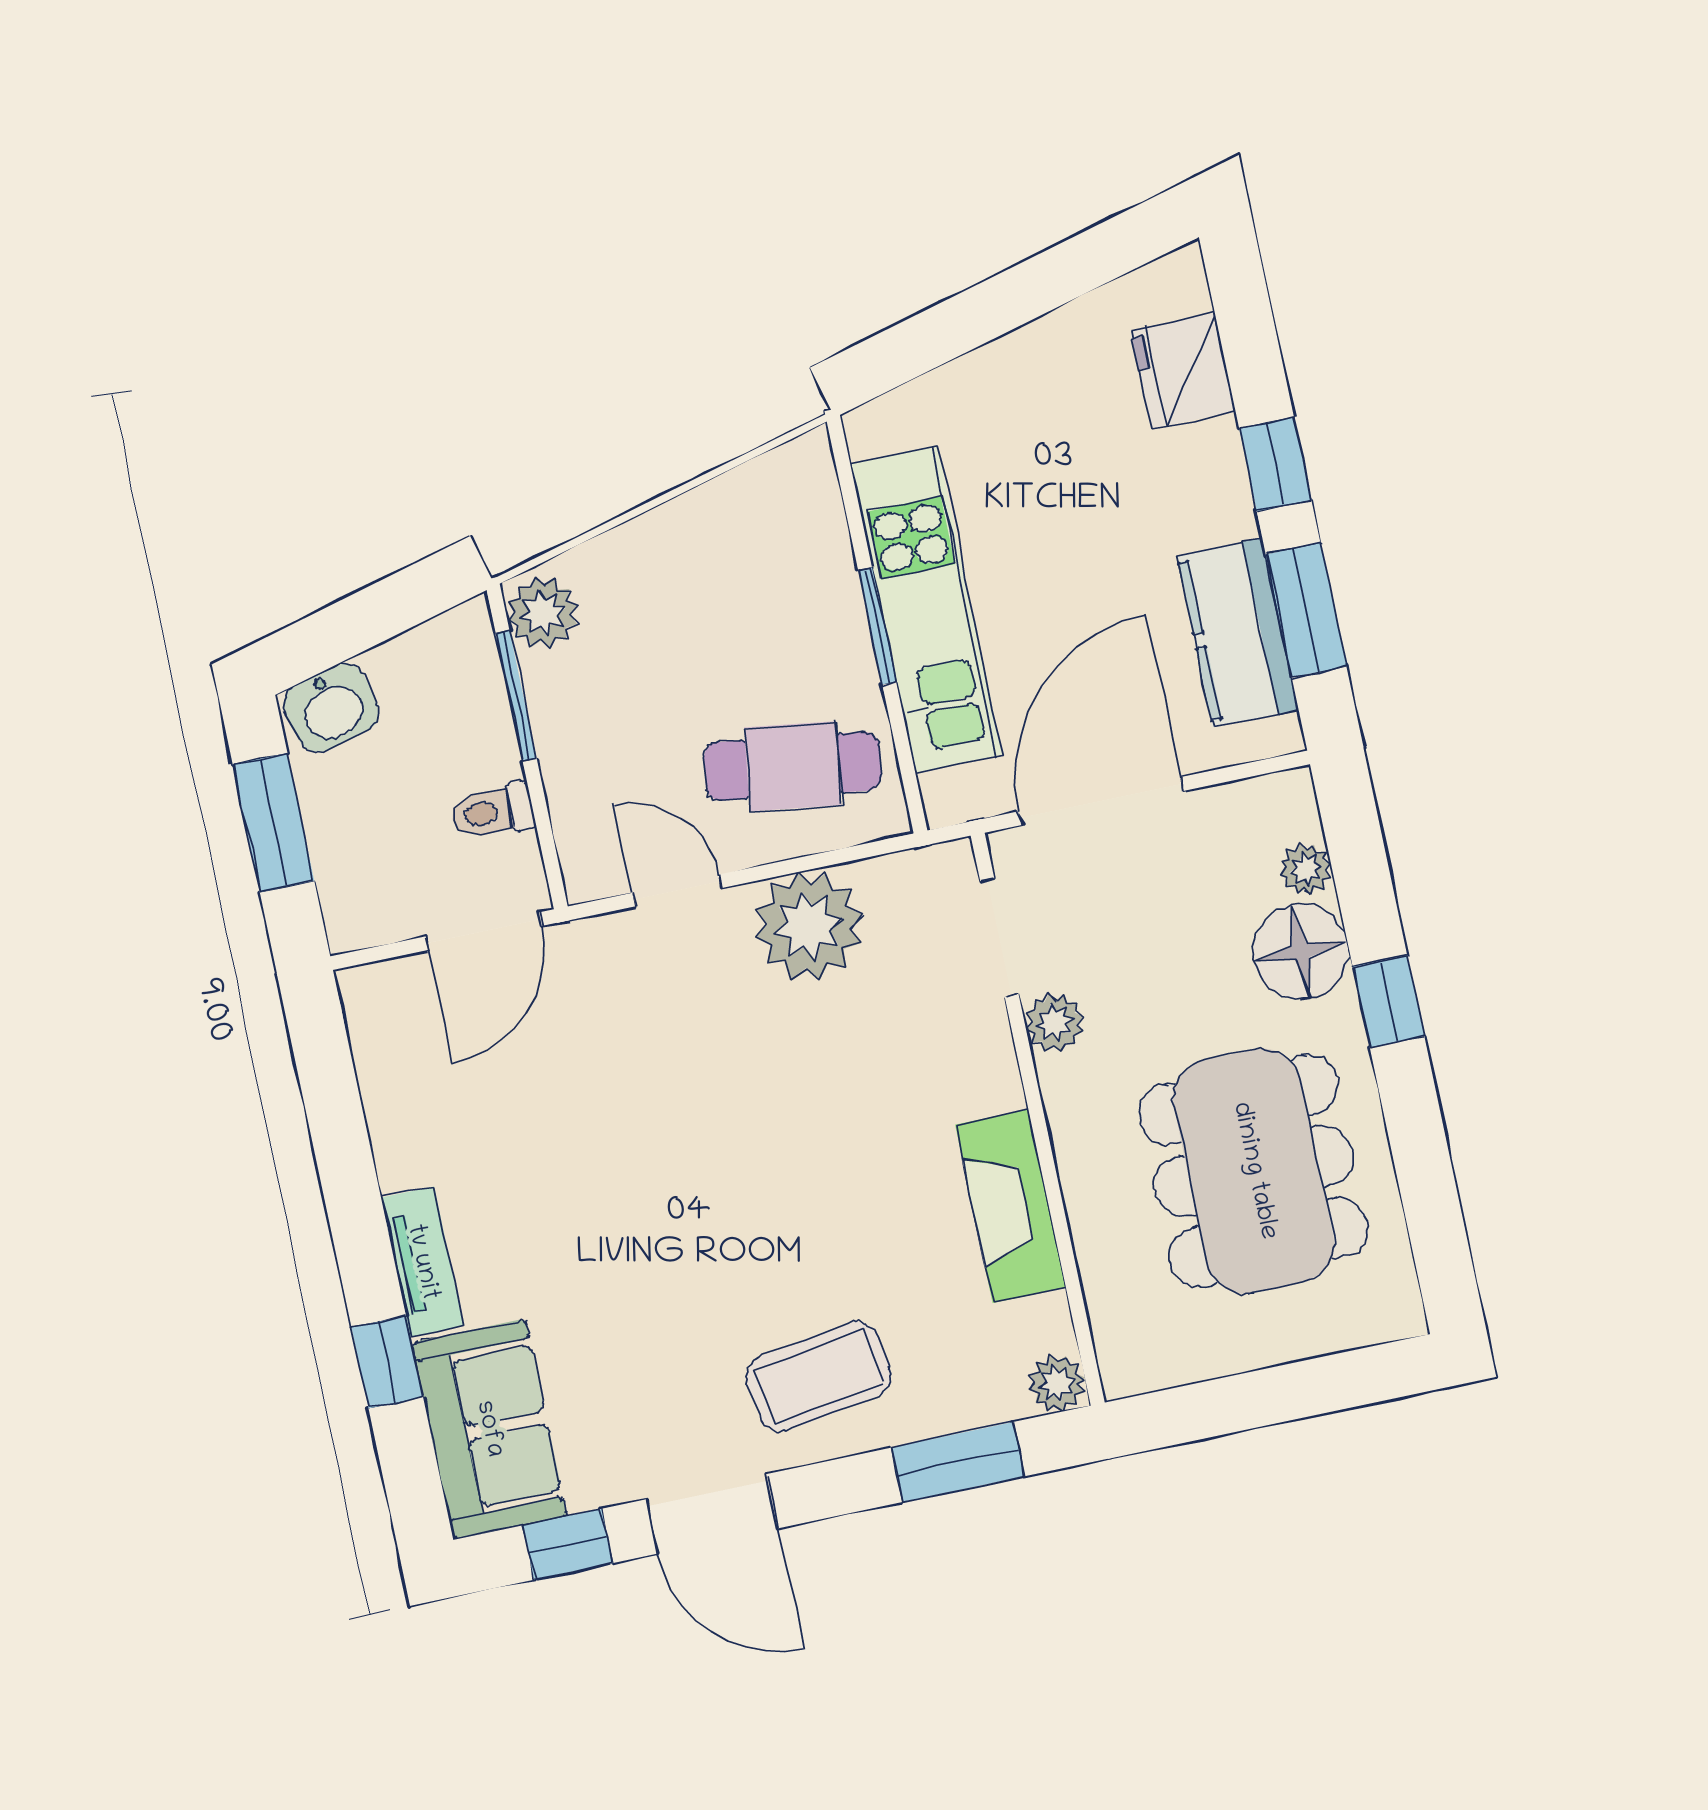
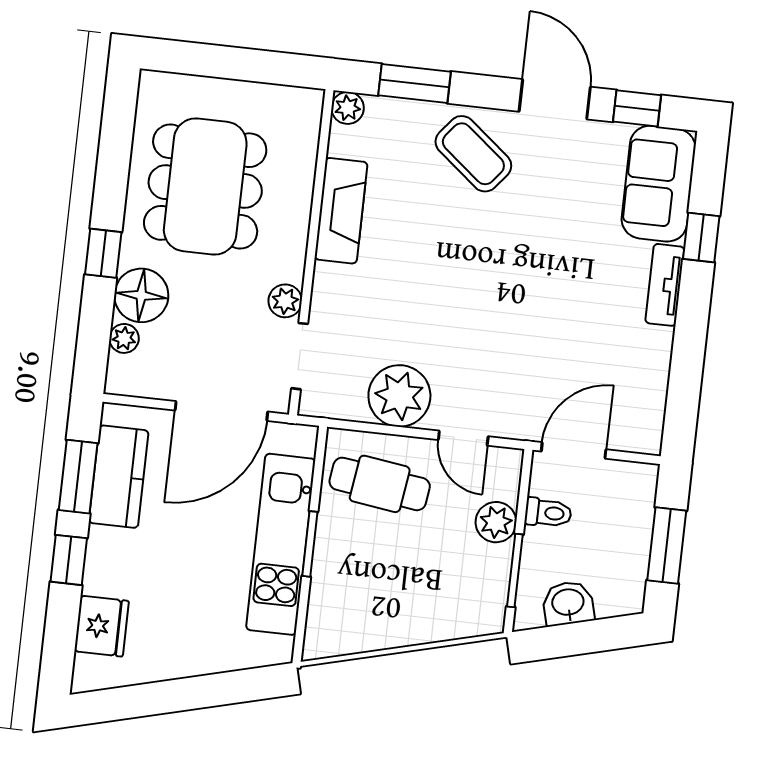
plant: (543, 613) -> (496, 522), moved
washbasin: (331, 708) -> (568, 603), moved
coffee table: (819, 1376) -> (473, 154), turned 48

